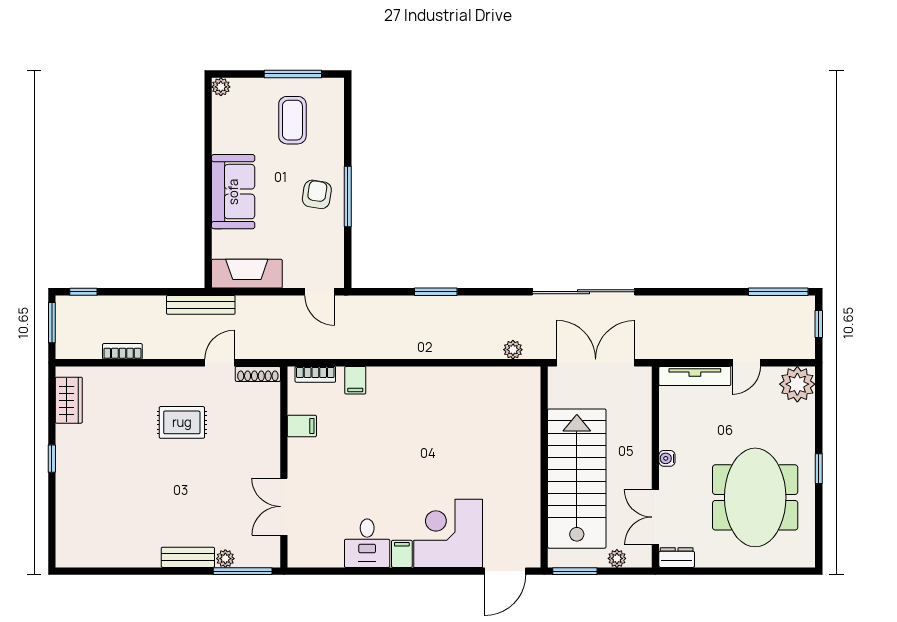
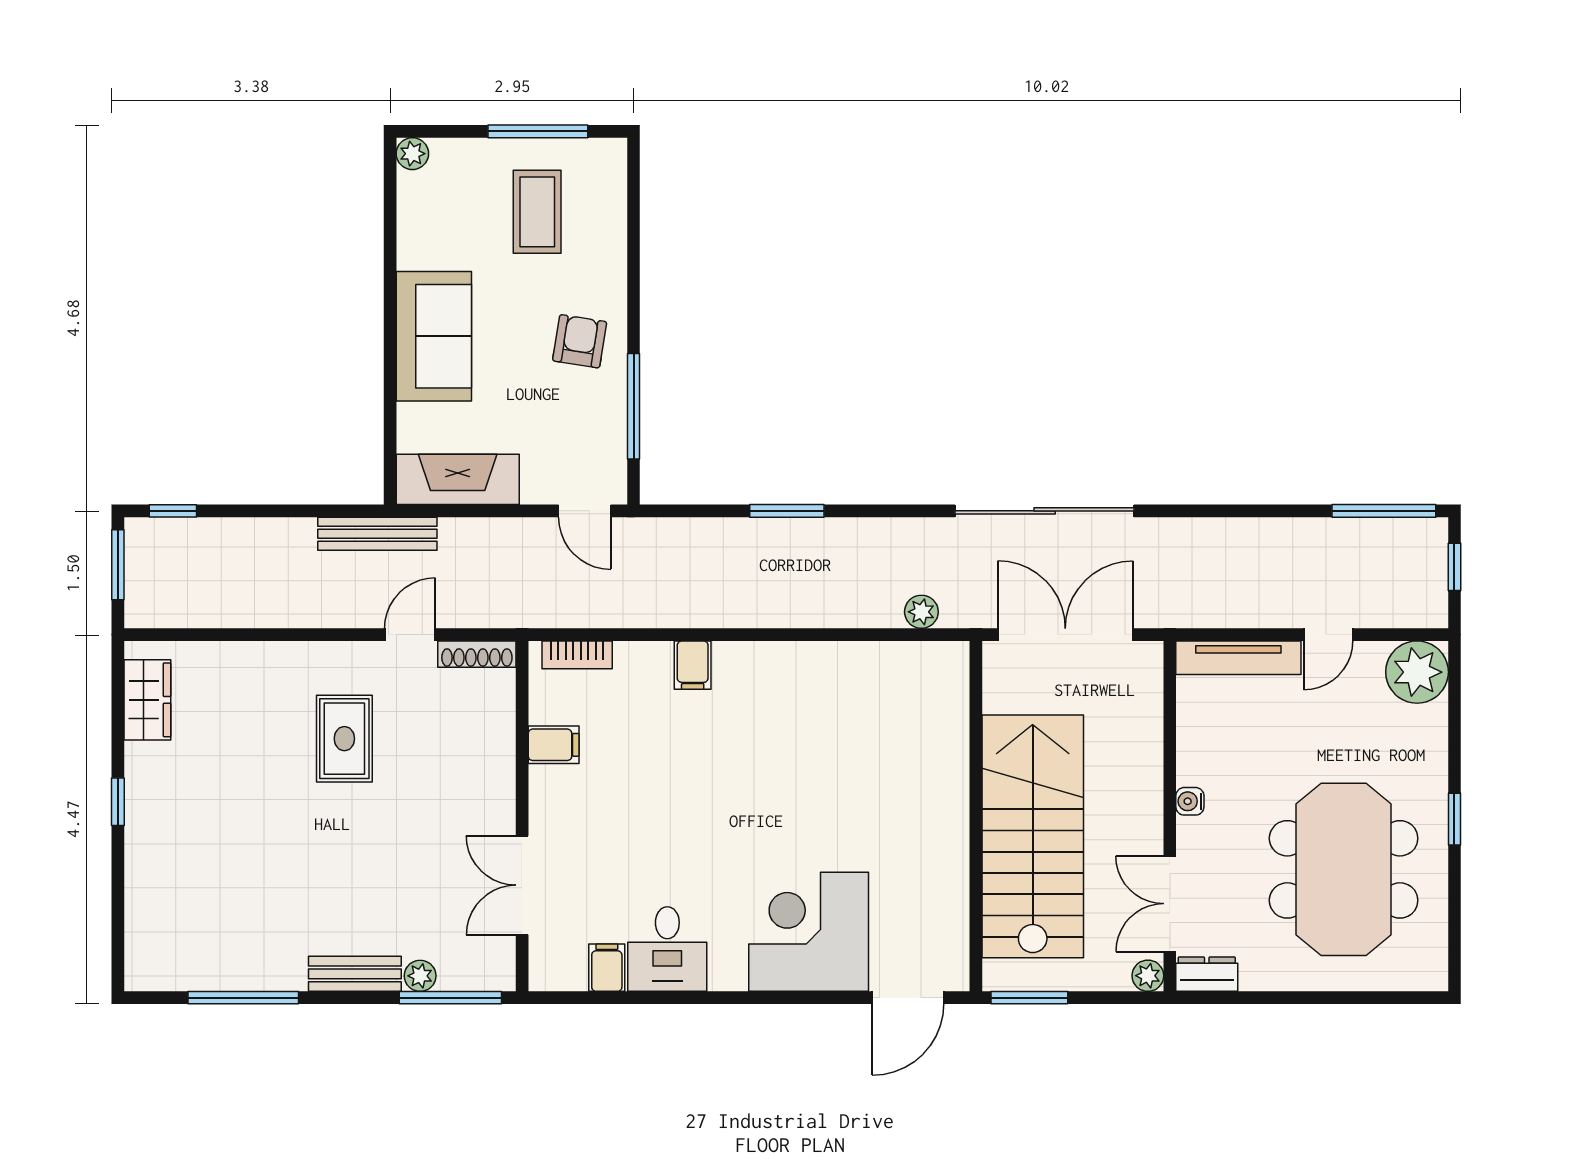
window: (348, 196) -> (634, 406), moved
bookcase: (122, 351) -> (241, 615), removed
filing cabinet: (355, 380) -> (693, 665), moved
rug: (182, 422) -> (344, 739), turned 90
filing cabinet: (402, 554) -> (607, 968), moved
plant: (617, 558) -> (1148, 976), moved
window: (124, 571) -> (243, 998), added

